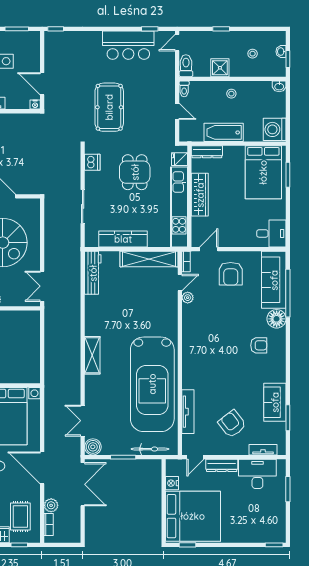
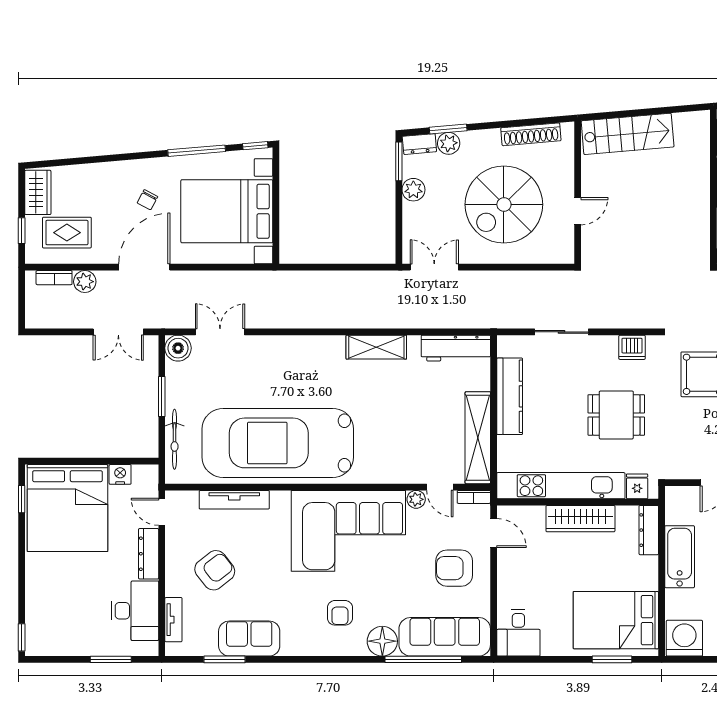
corner sofa: (207, 340) -> (348, 531), added
shelving: (92, 355) -> (376, 347), moved
double door: (83, 484) -> (118, 332), width x0.73

